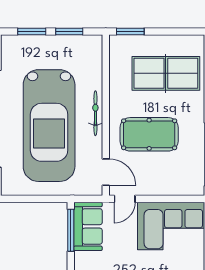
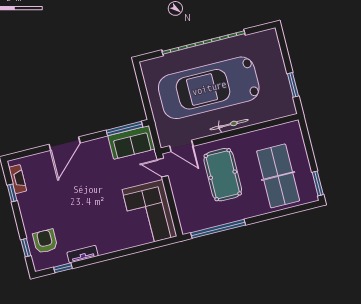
window: (32, 32) -> (285, 53), removed
window: (130, 32) -> (318, 183), moved
door: (106, 172) -> (181, 146), hinge flipped

